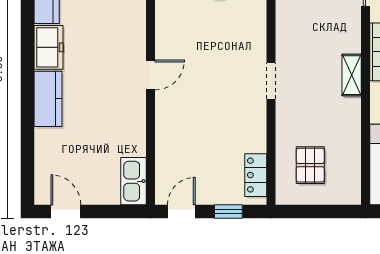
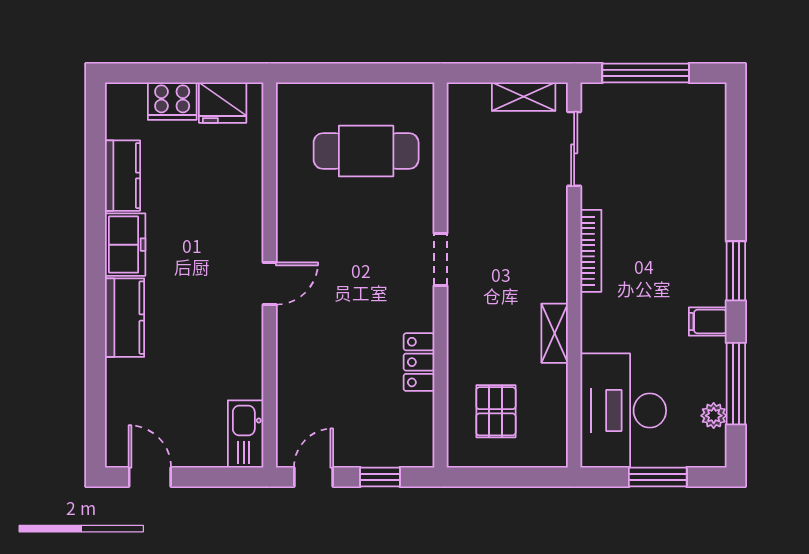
shelving: (352, 75) -> (555, 333), moved
doorway: (271, 81) -> (441, 259), moved
locker: (256, 175) -> (419, 362), moved

